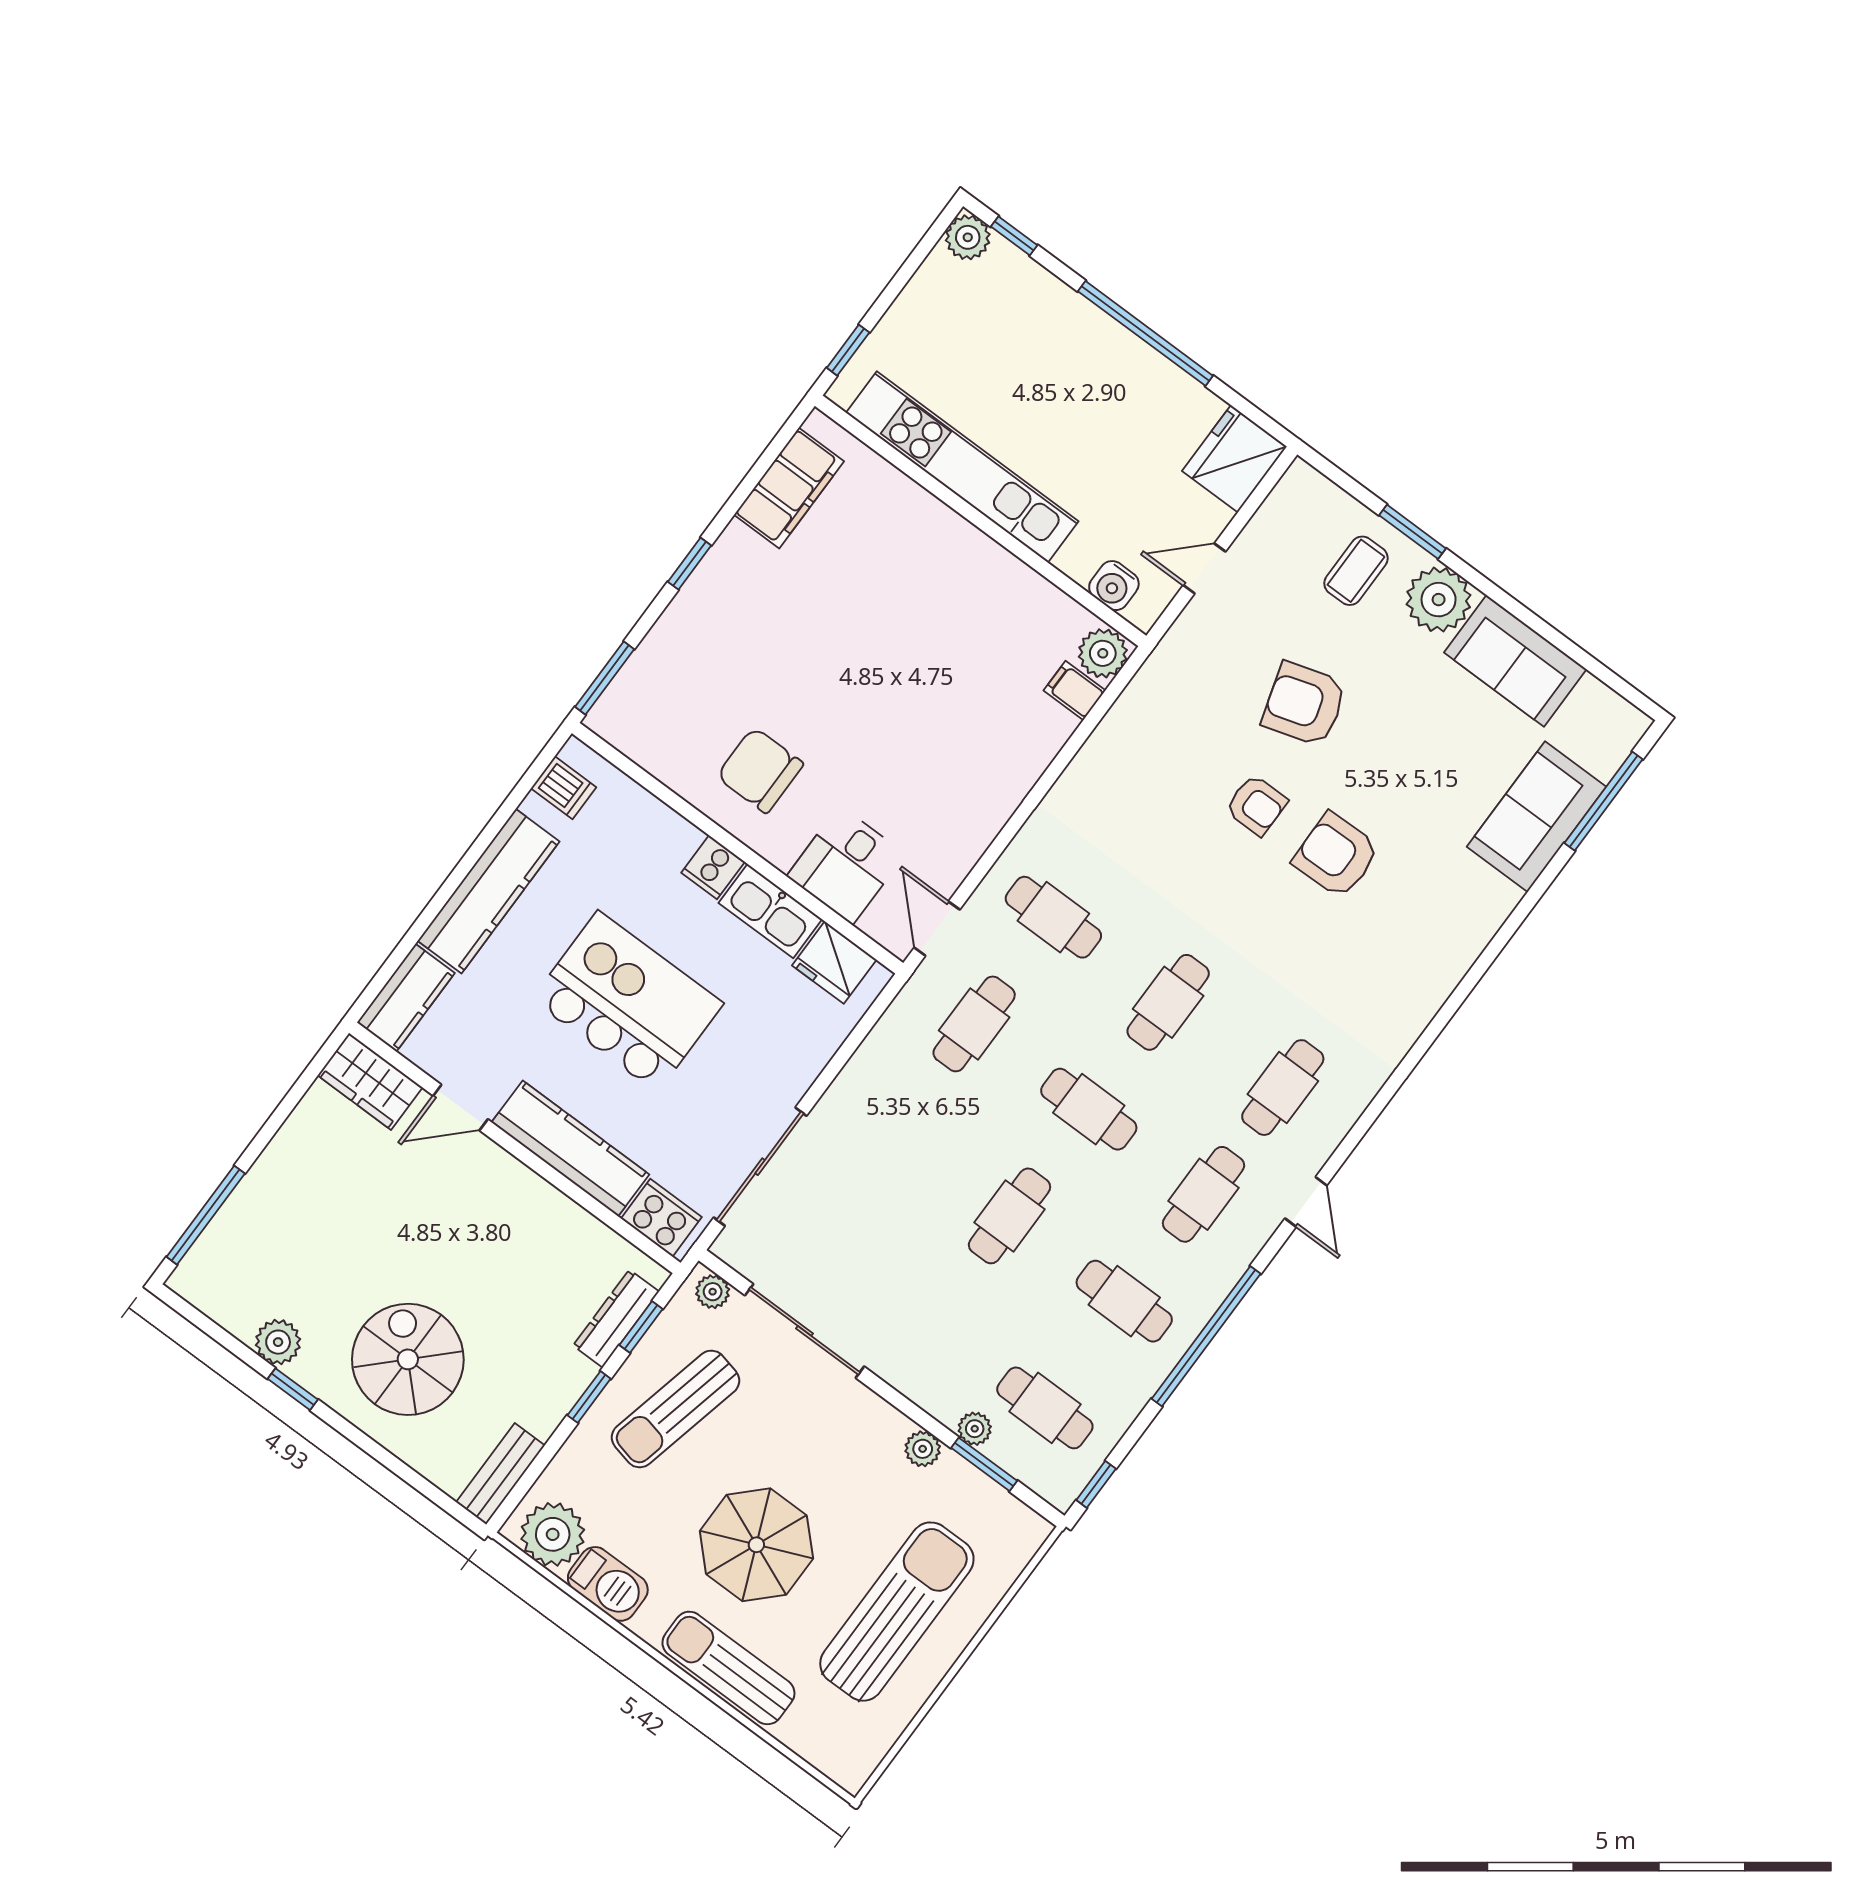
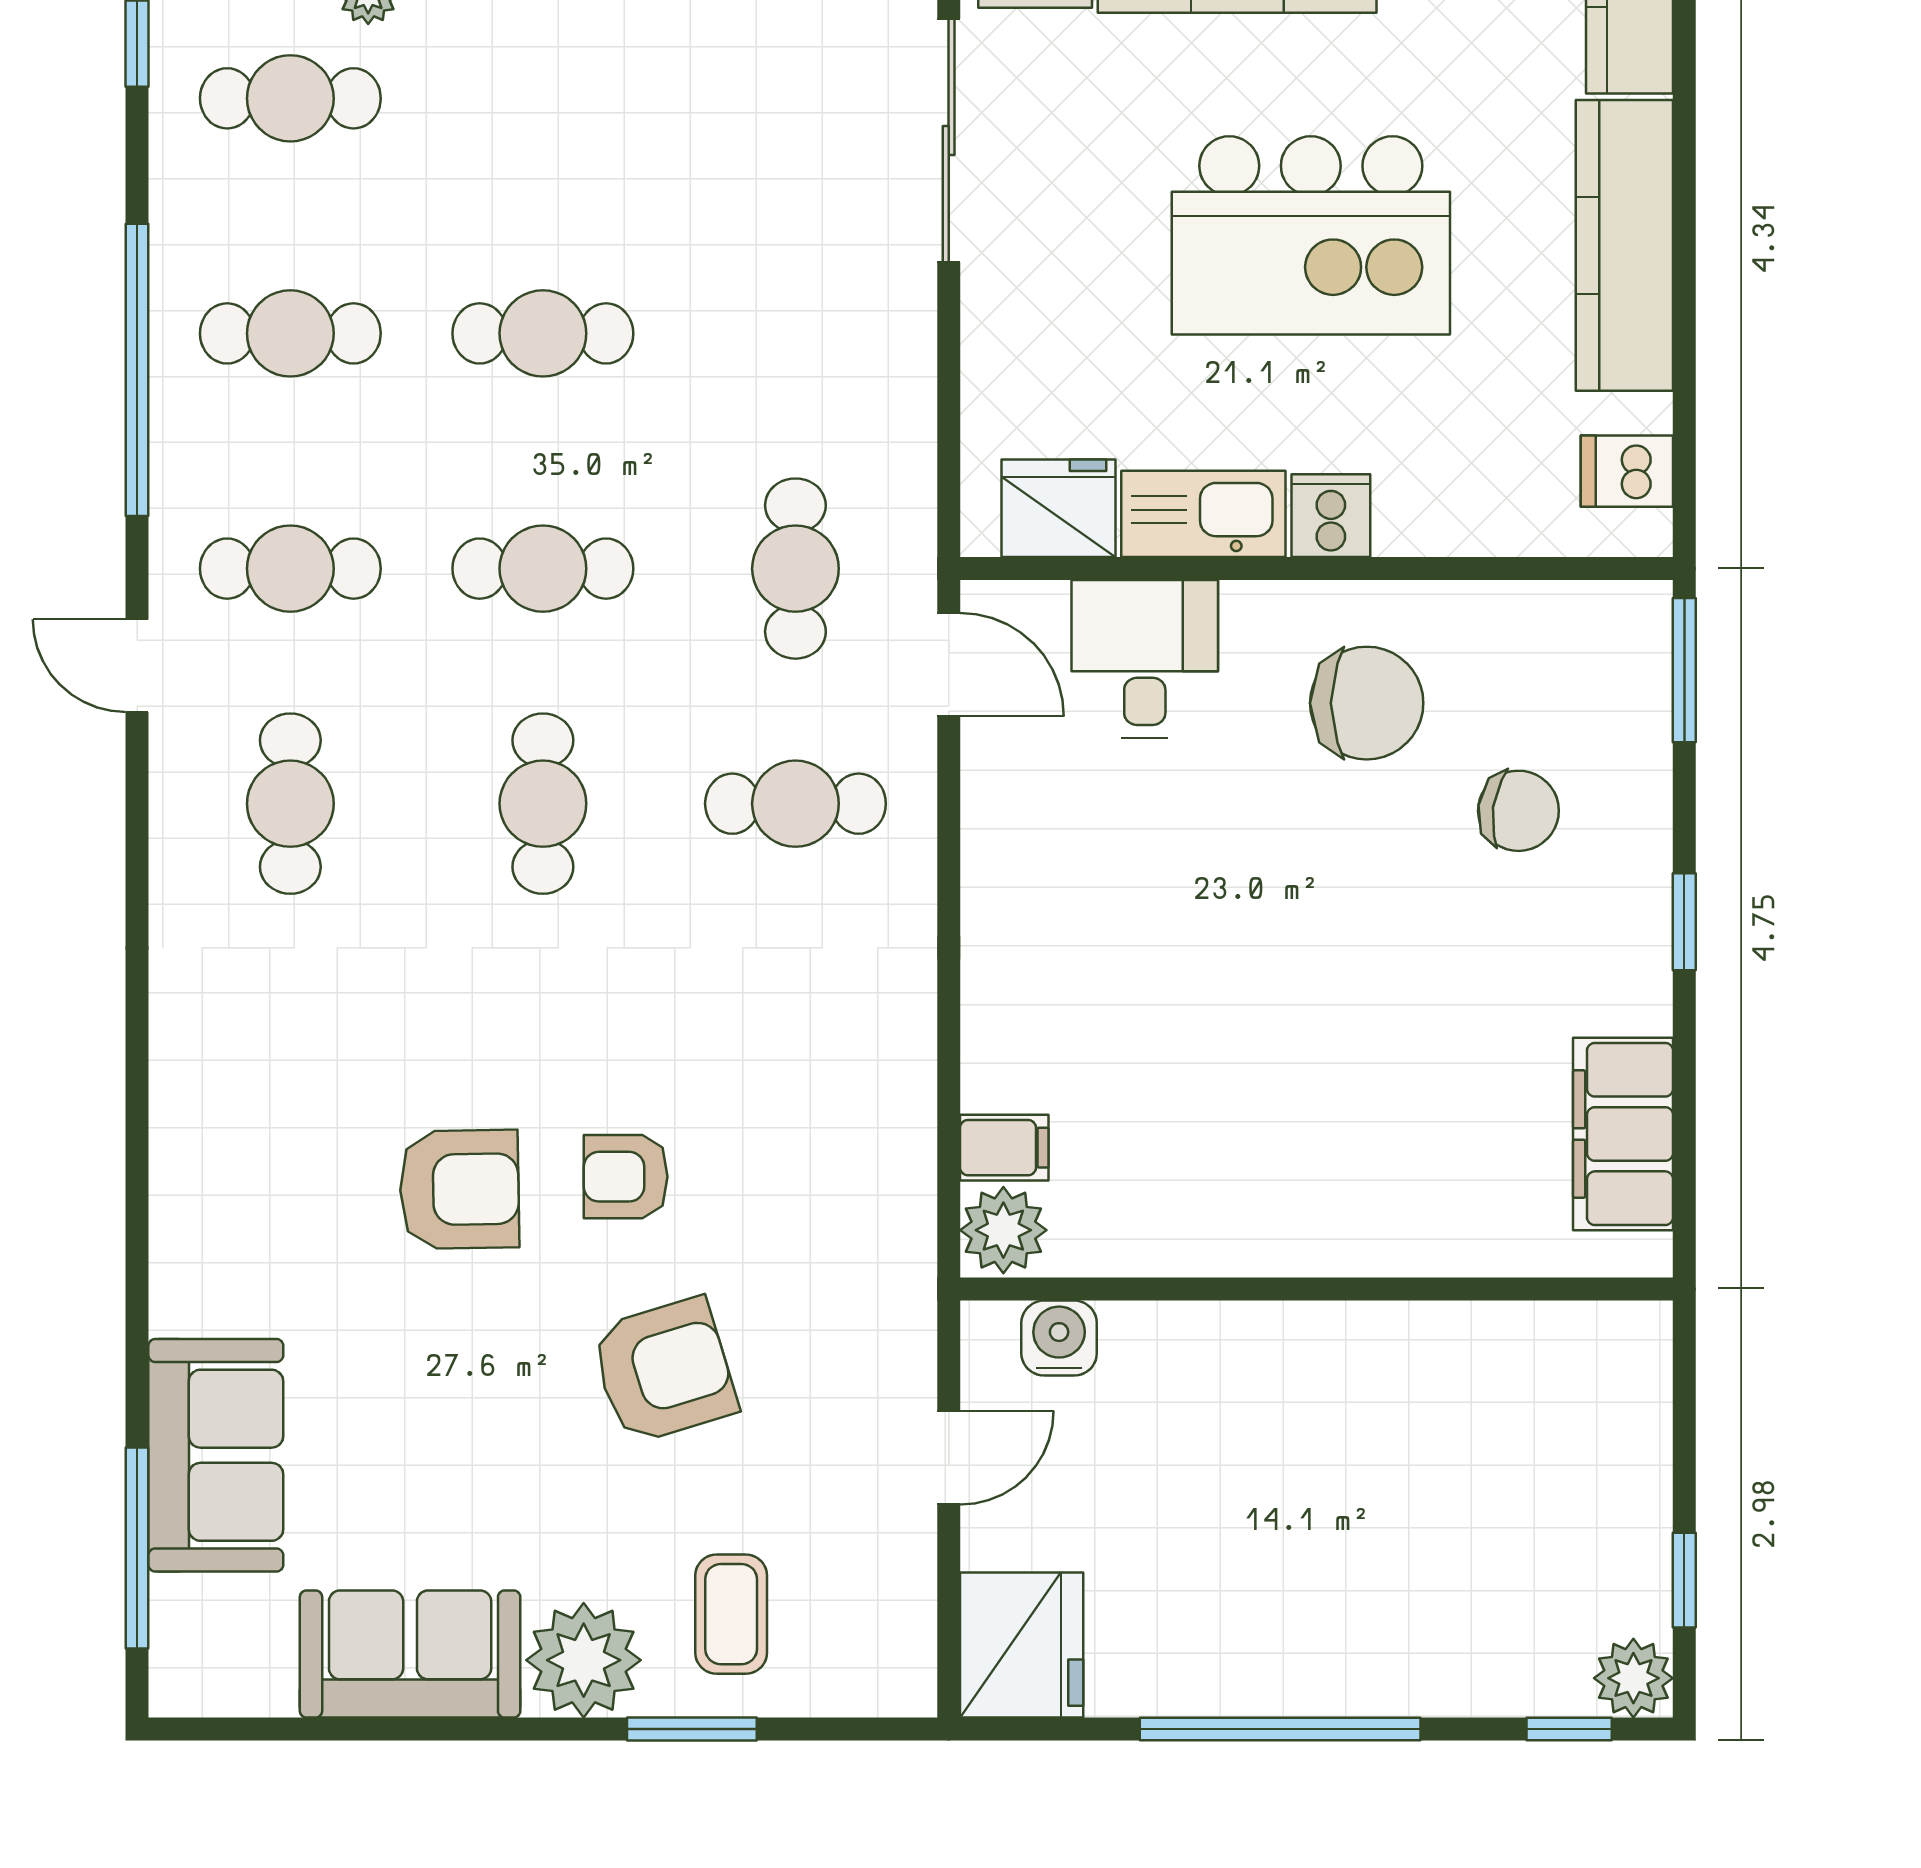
window: (848, 350) -> (1684, 1580), moved
kitchen unit: (962, 467) -> (1399, 1346), removed
chair: (727, 670) -> (1518, 811), added
cafe table: (1204, 1194) -> (290, 569), turned 90
cafe table: (1009, 1216) -> (543, 333), turned 90

